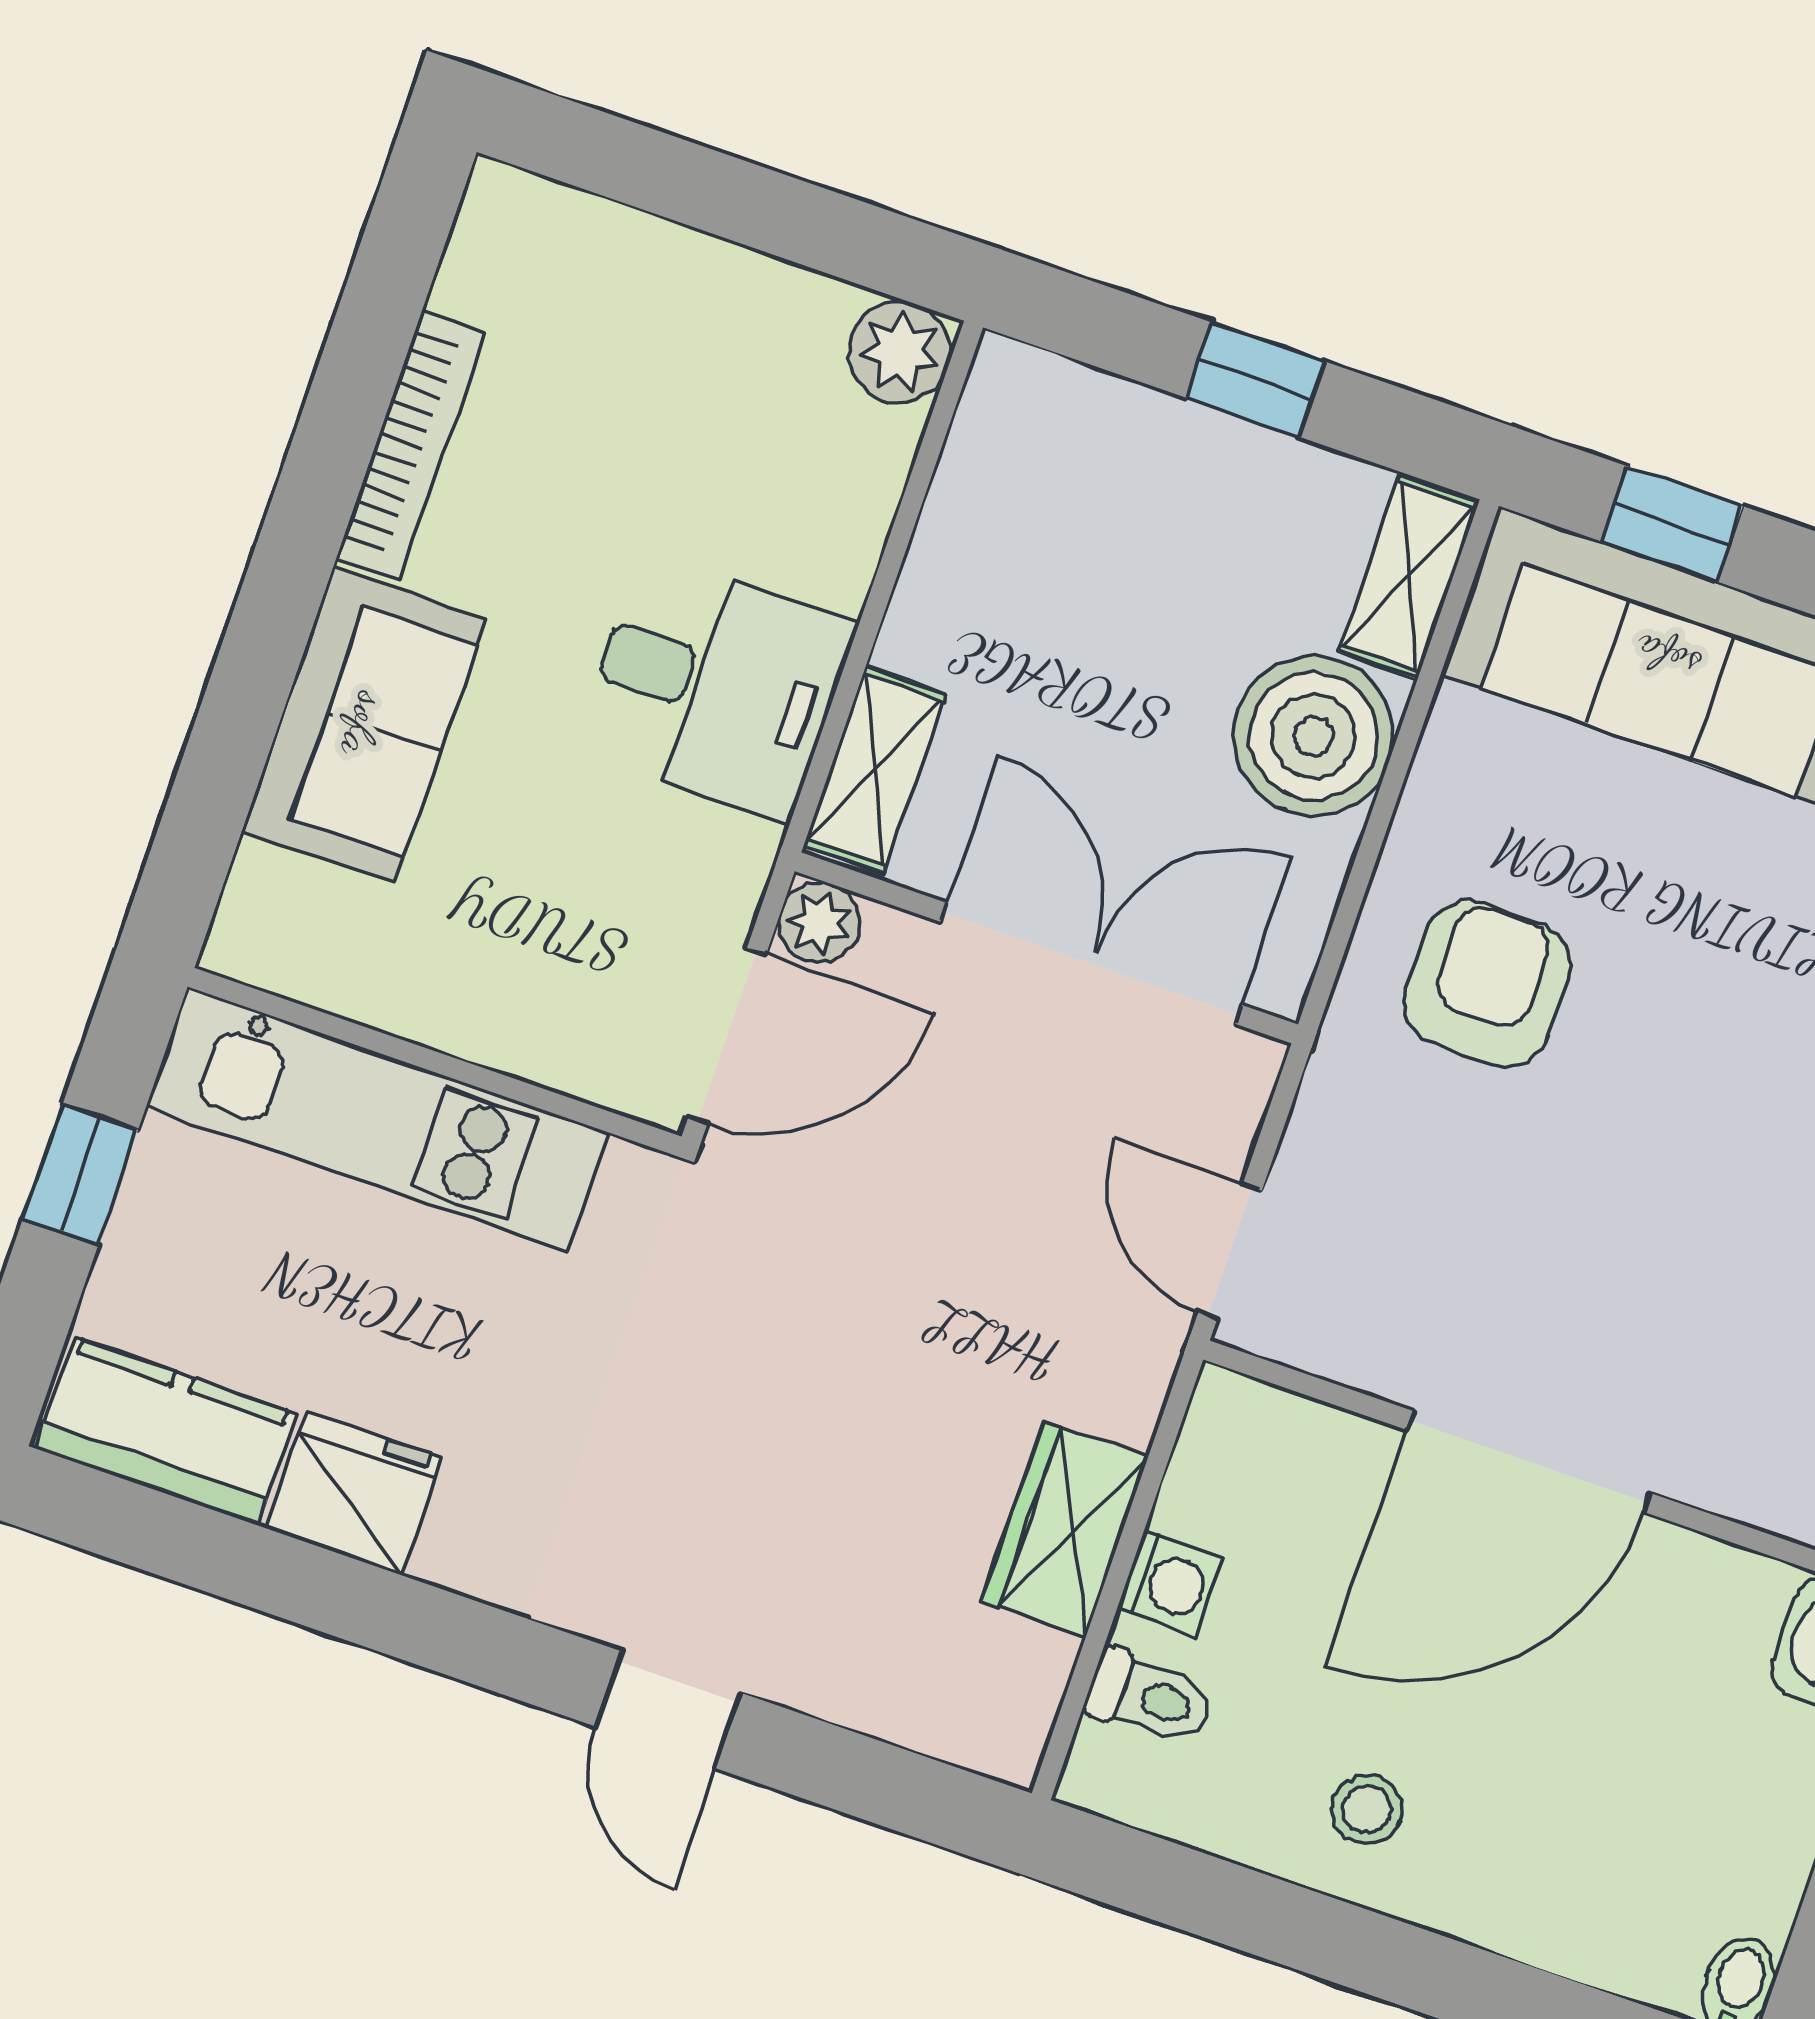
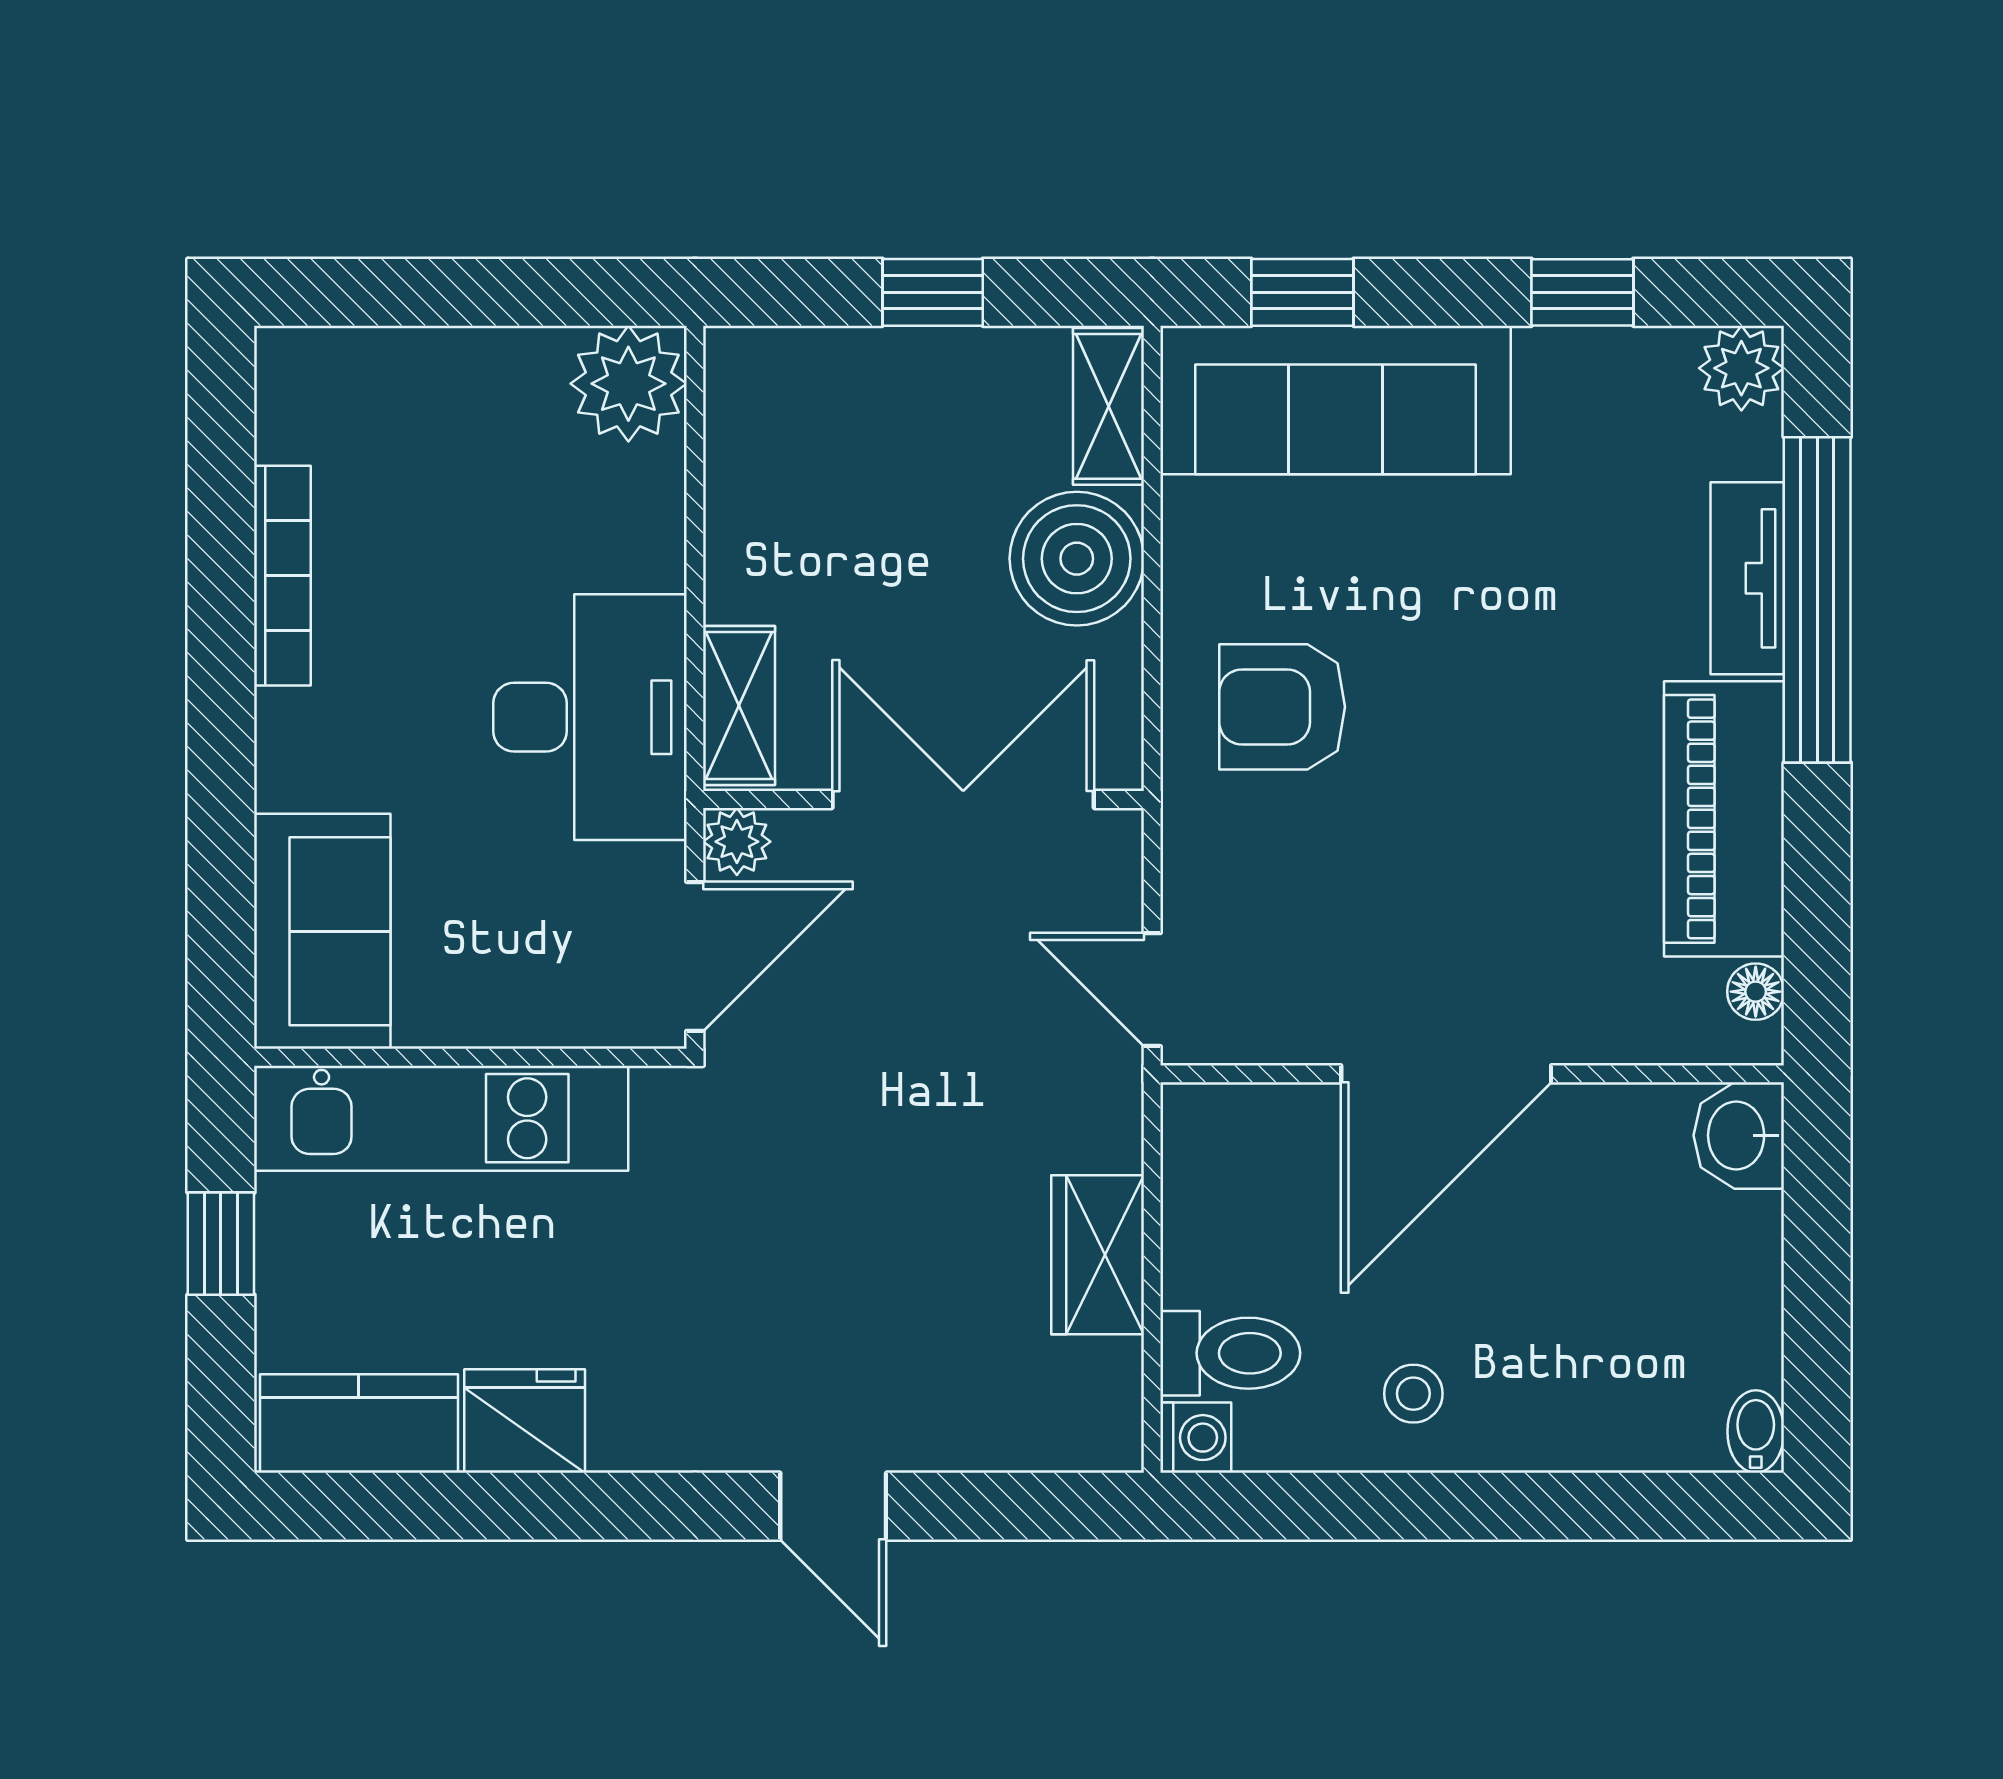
plant: (900, 352) -> (628, 384), width x1.36, depth x1.36
desk: (715, 687) -> (590, 717), width x1.37
sofa: (364, 725) -> (322, 931), moved
armchair: (1487, 984) -> (1282, 707), turned -90
washing machine: (1170, 1584) -> (1196, 1438), moved
toilet: (1150, 1698) -> (1230, 1353), width x1.37, depth x1.39

